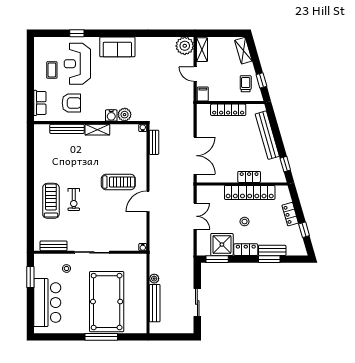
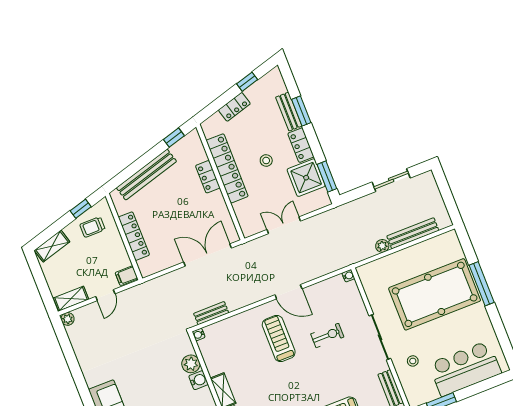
plant: (185, 46) -> (68, 319), width x0.53, depth x0.53
exercise bike: (74, 200) -> (327, 335), moved

